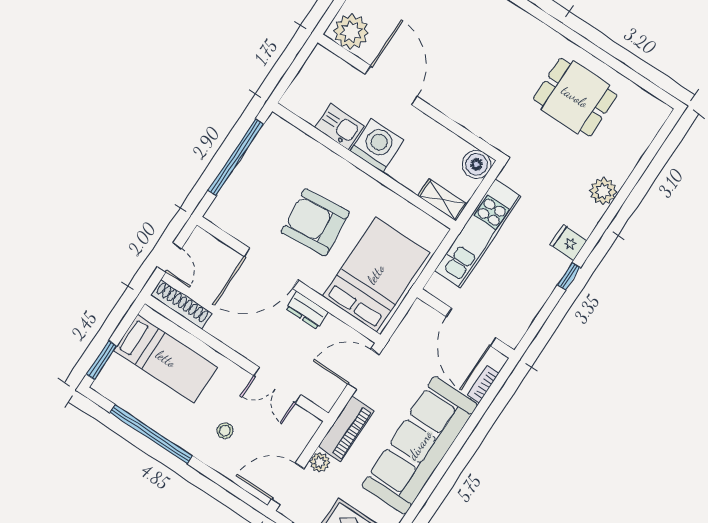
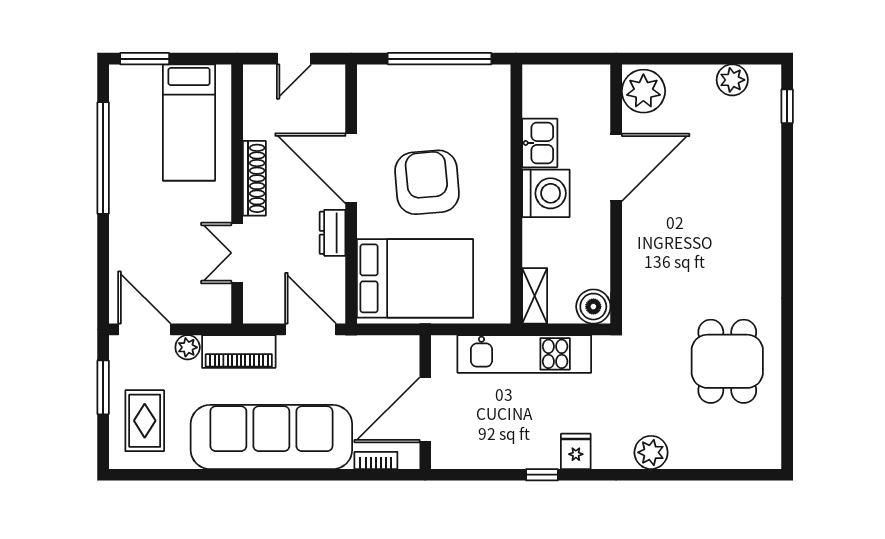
shoe rack: (181, 304) -> (254, 178), moved
stool: (225, 431) -> (156, 230), removed

